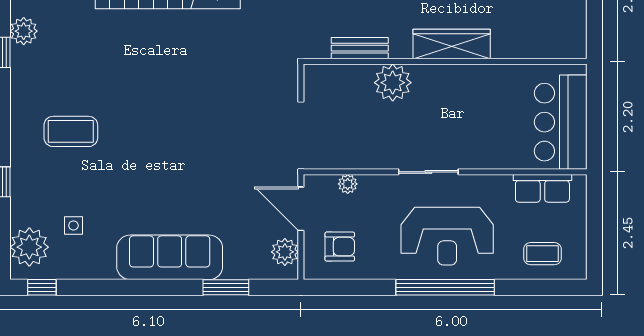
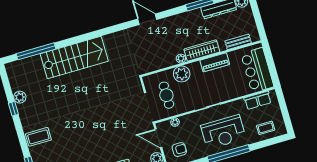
bench: (360, 48) -> (238, 42), moved
plant: (401, 49) -> (181, 59), added
piano: (472, 78) -> (215, 62), added
cafe table: (346, 119) -> (166, 95), added
coffee table: (71, 131) -> (38, 137), moved

